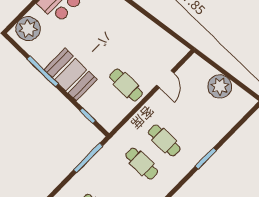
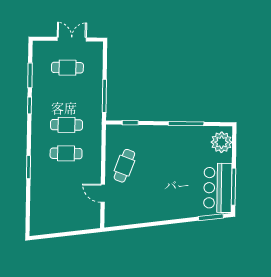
booth: (71, 75) -> (166, 139), removed
cafe table: (126, 85) -> (124, 166), turned -70
plant: (220, 86) -> (63, 222), removed

